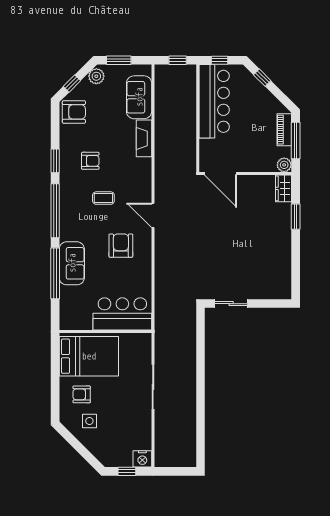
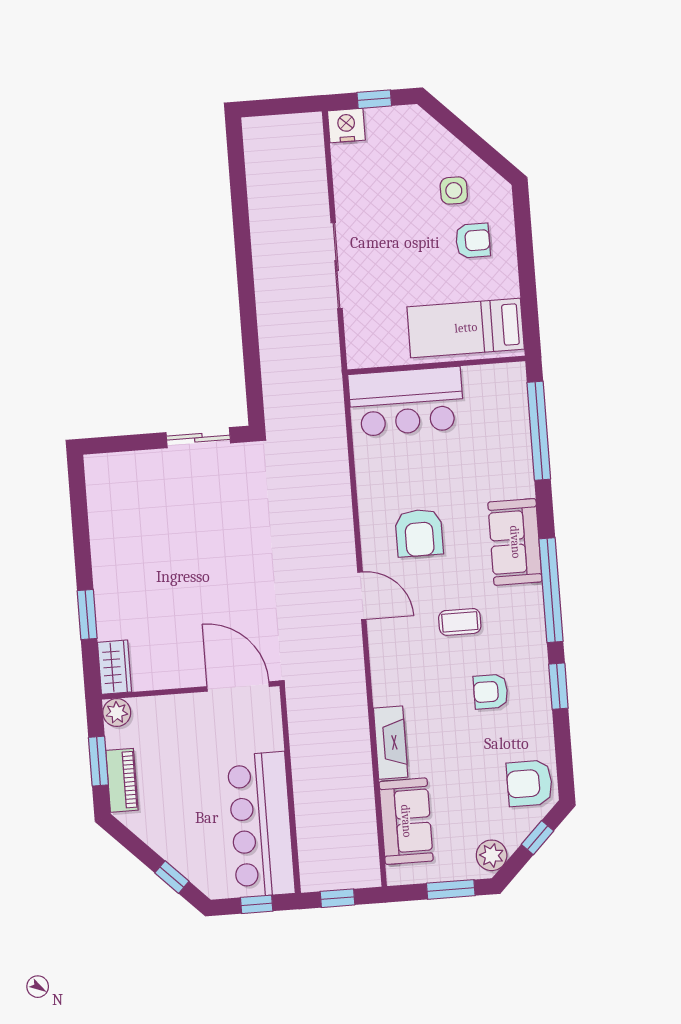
window: (296, 140) -> (98, 761), width x0.69
sofa: (72, 263) -> (515, 542), moved
window: (55, 273) -> (539, 431), moved
bed: (89, 356) -> (466, 328), width x0.67

